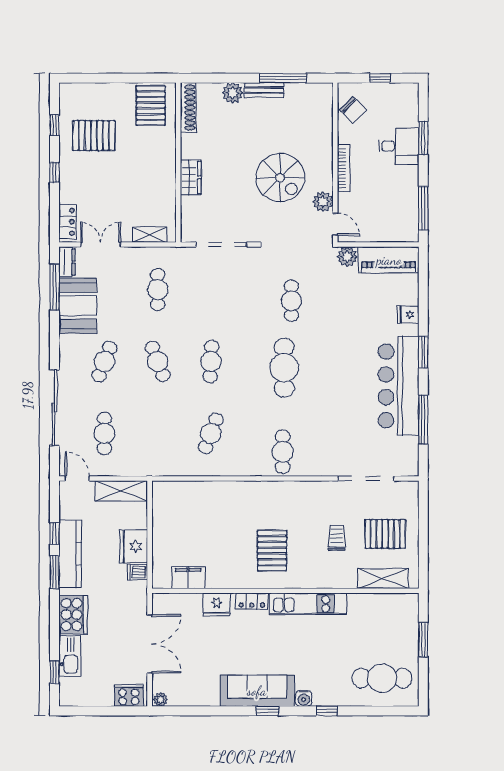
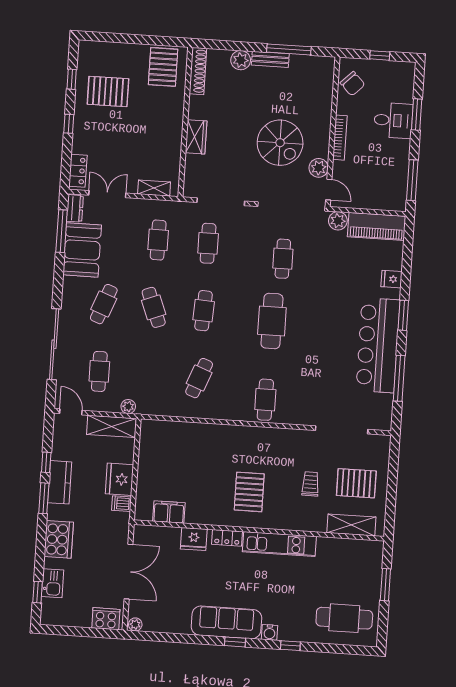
cafe table: (211, 290) -> (208, 243), added
plant: (138, 469) -> (128, 407), added
kitchen counter: (70, 554) -> (60, 482), width x0.67
kitchen sink: (70, 656) -> (53, 583), width x0.73

